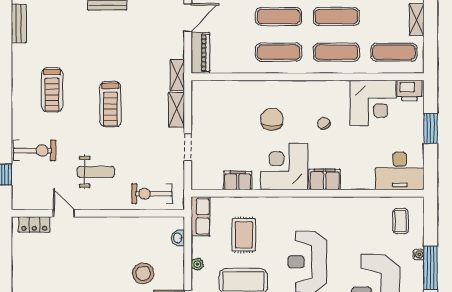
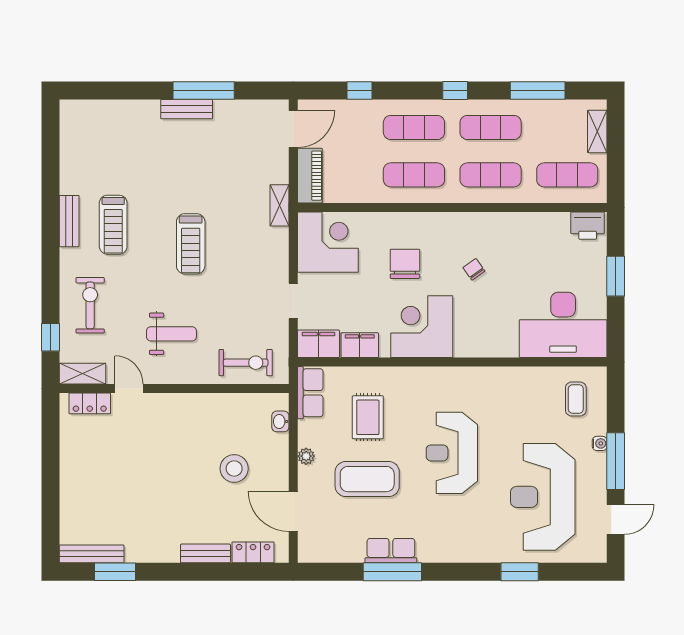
bench: (19, 24) -> (69, 221), moved
corner desk: (373, 103) -> (328, 242), moved, turned -90
shelving: (176, 110) -> (82, 374), moved, turned 90
exercise bike: (35, 151) -> (90, 305), turned -90
desk: (400, 171) -> (563, 325), width x1.36, depth x1.30
filing cabinet: (325, 179) -> (318, 344), moved
exercise bike: (152, 194) -> (246, 363), turned 180

